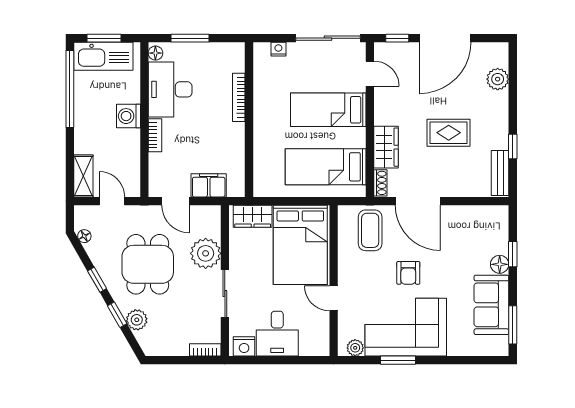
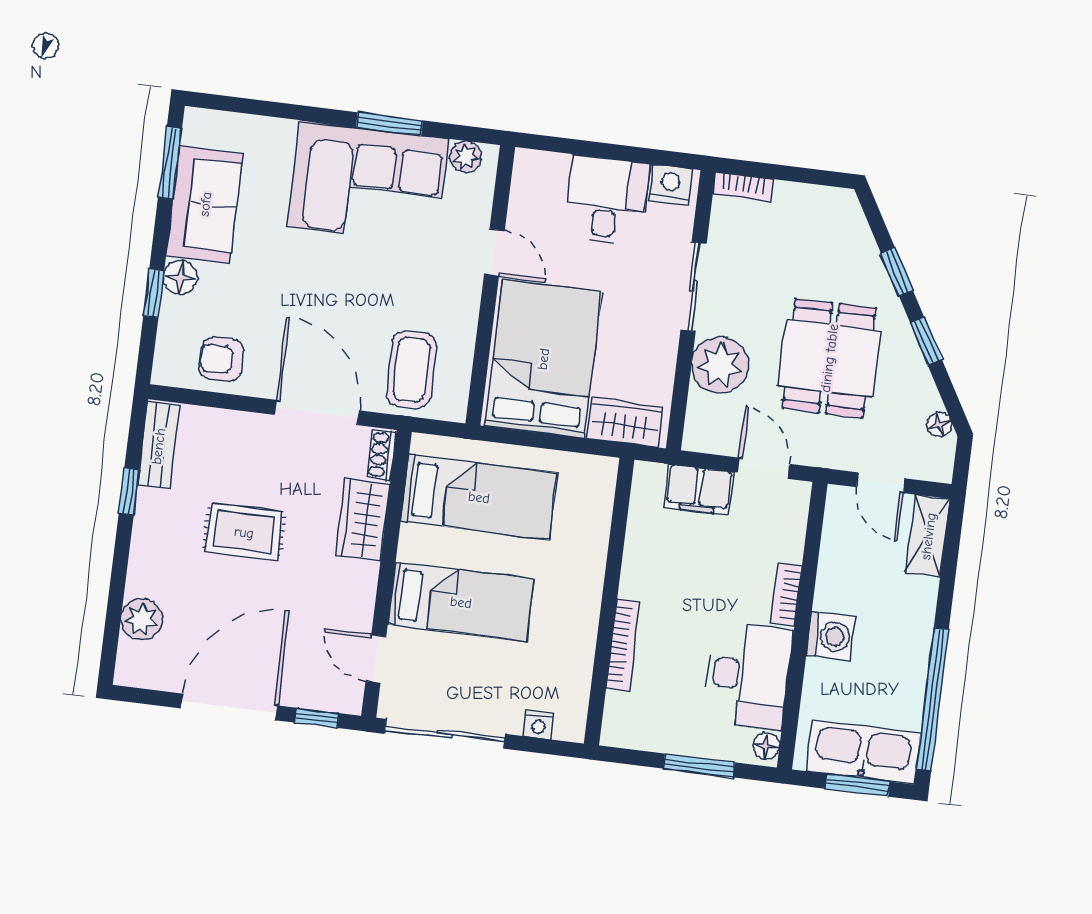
armchair: (408, 273) -> (221, 359), moved, turned -90
plant: (137, 320) -> (862, 258), removed

